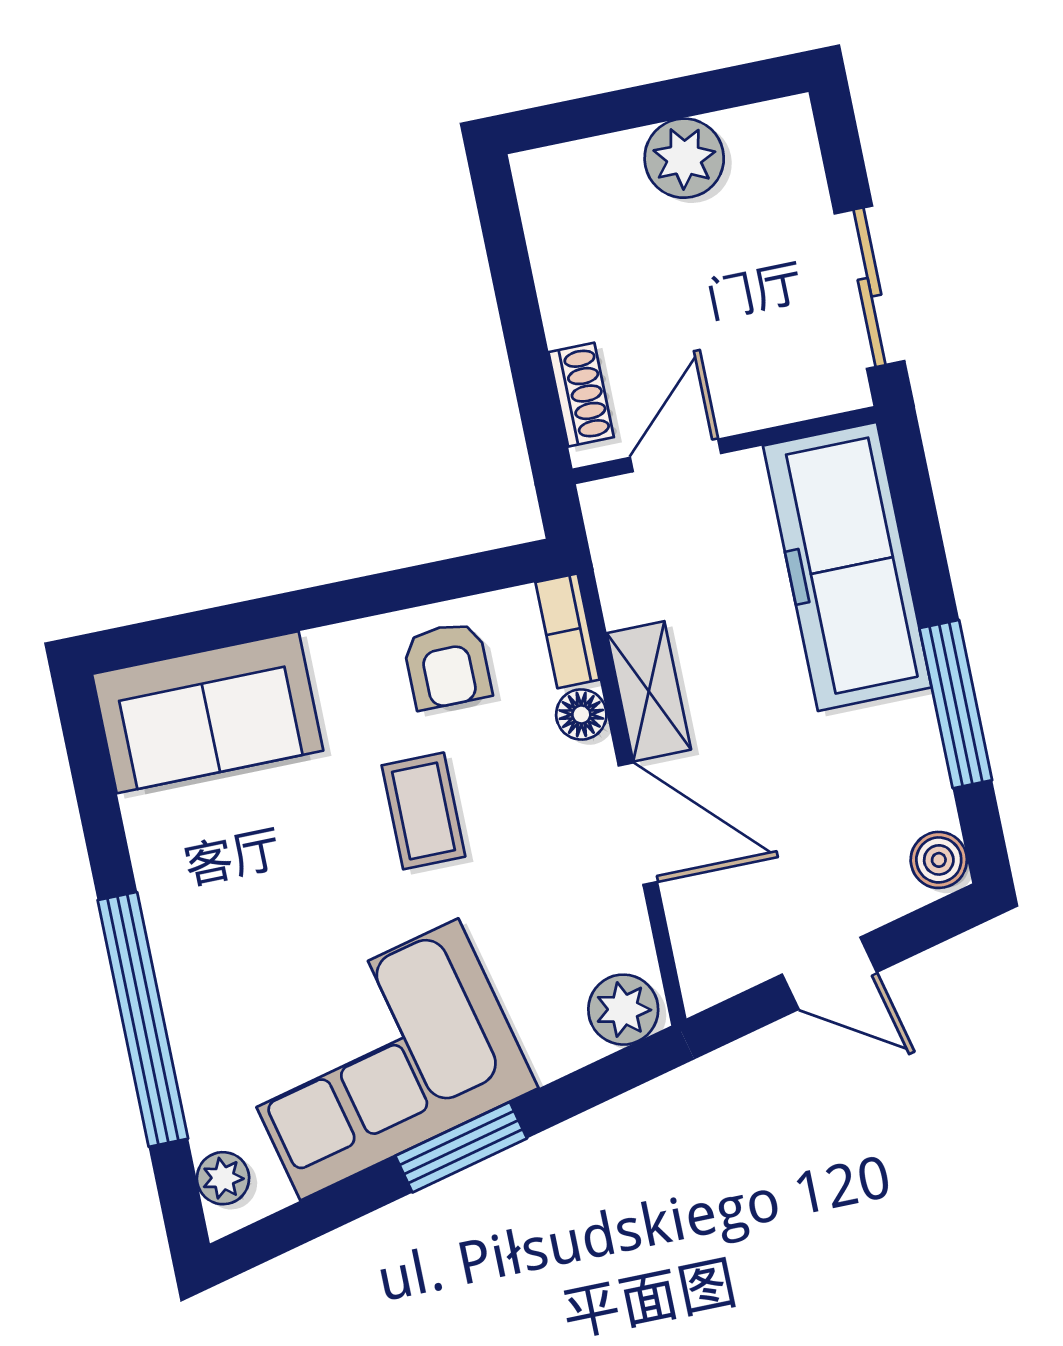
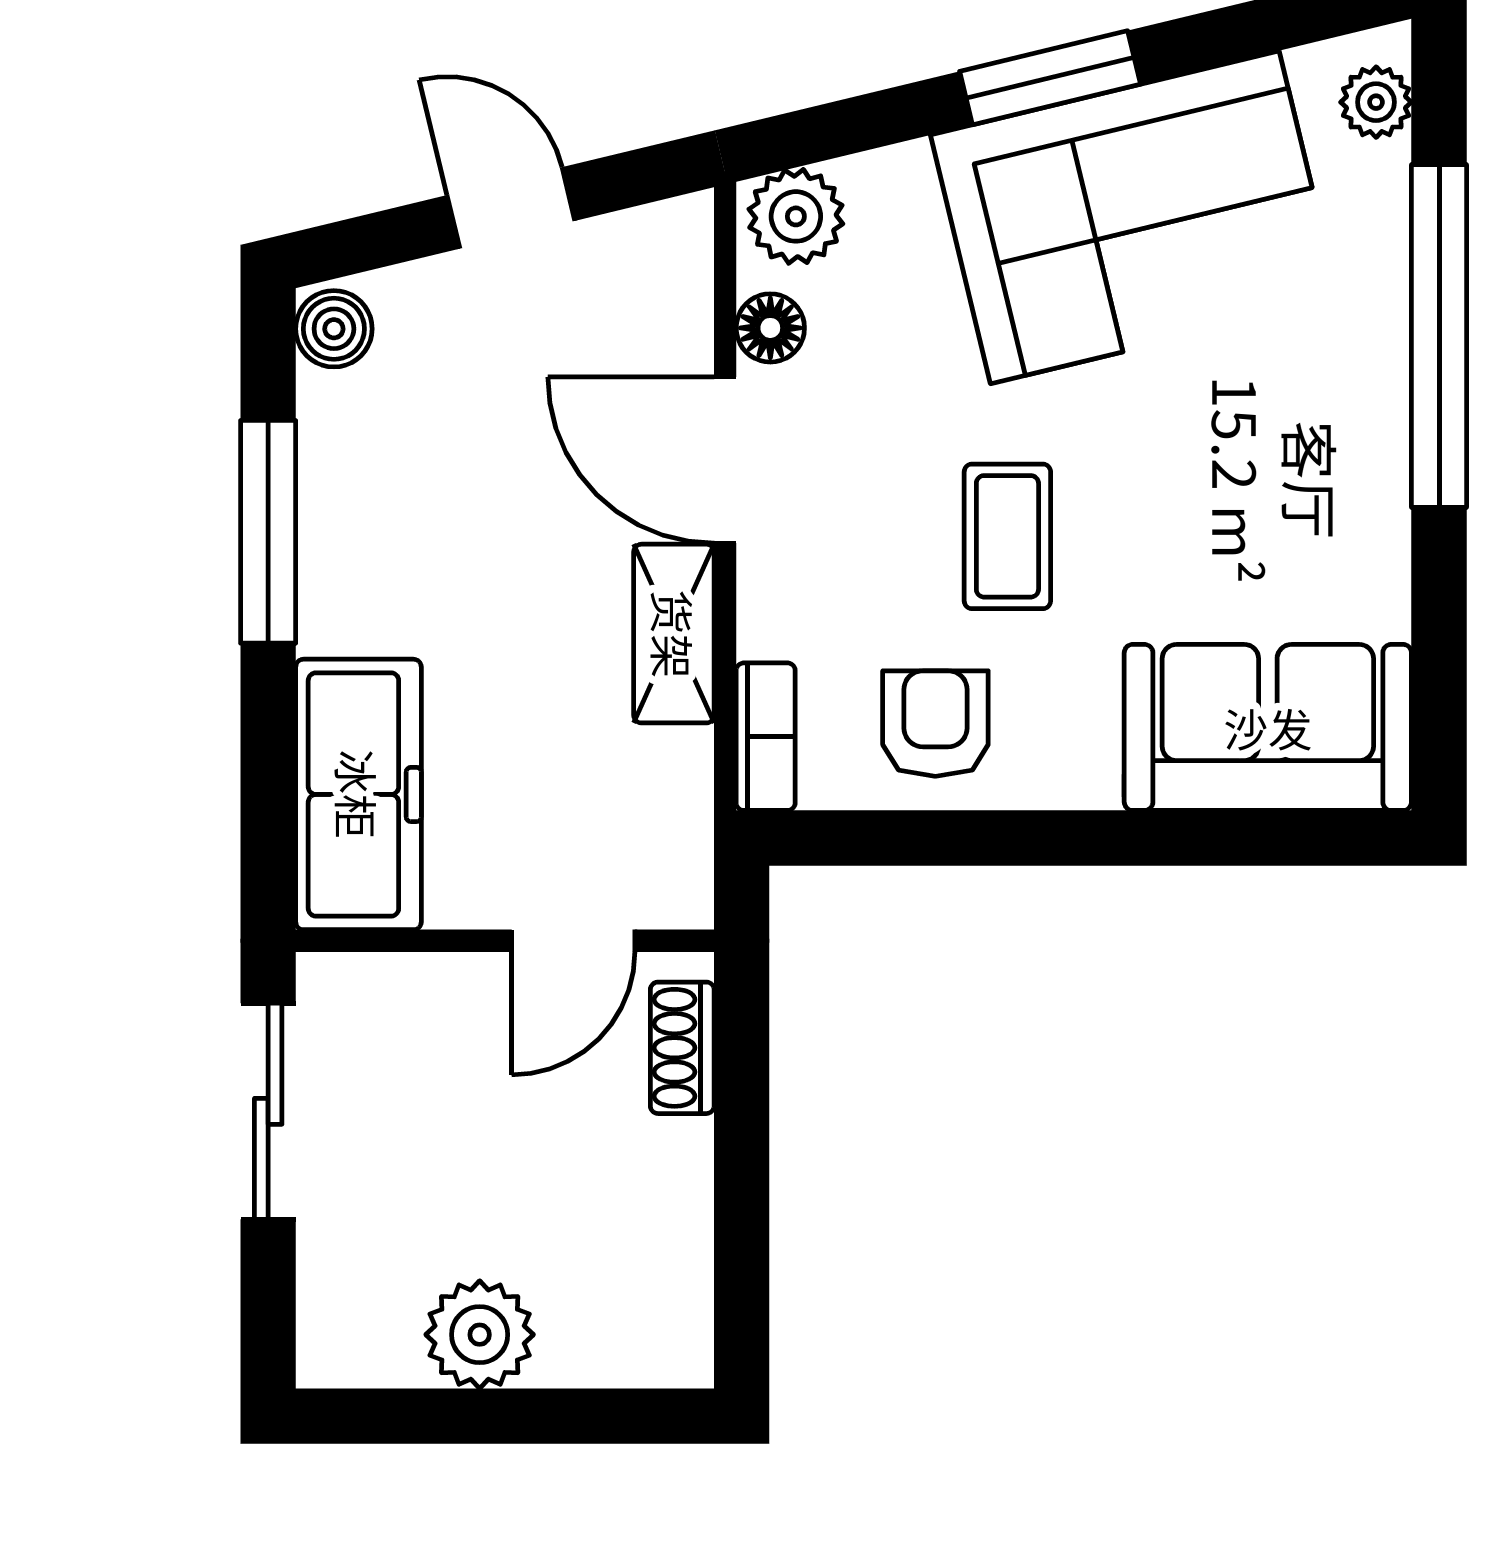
freezer: (847, 567) -> (358, 794), width x0.73, depth x0.79
floor lamp: (581, 714) -> (770, 328), moved

